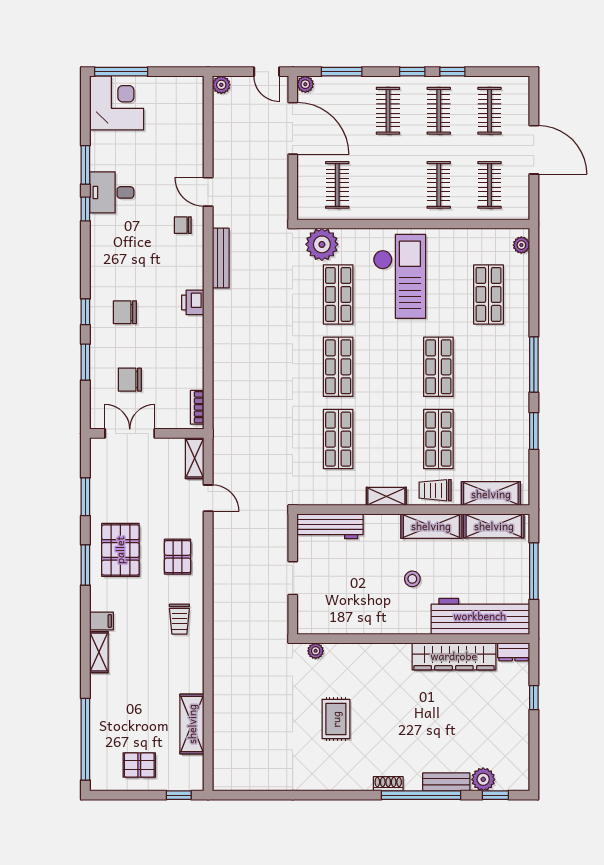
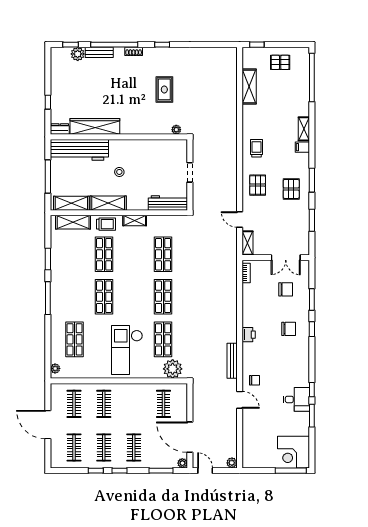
pallet: (120, 550) -> (291, 189), width x0.67, depth x0.71
window: (340, 795) -> (162, 45), added

